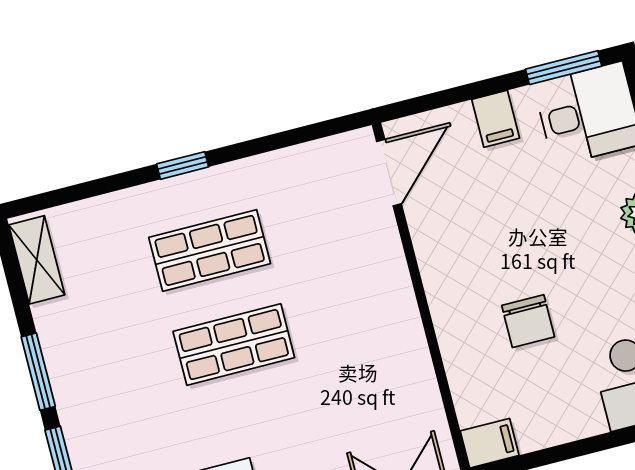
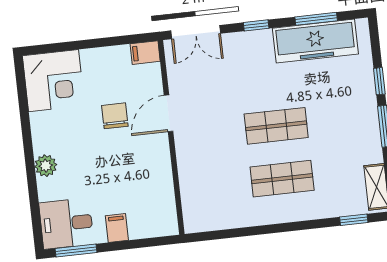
window: (183, 165) -> (354, 220), moved
door: (389, 173) -> (169, 113), moved

